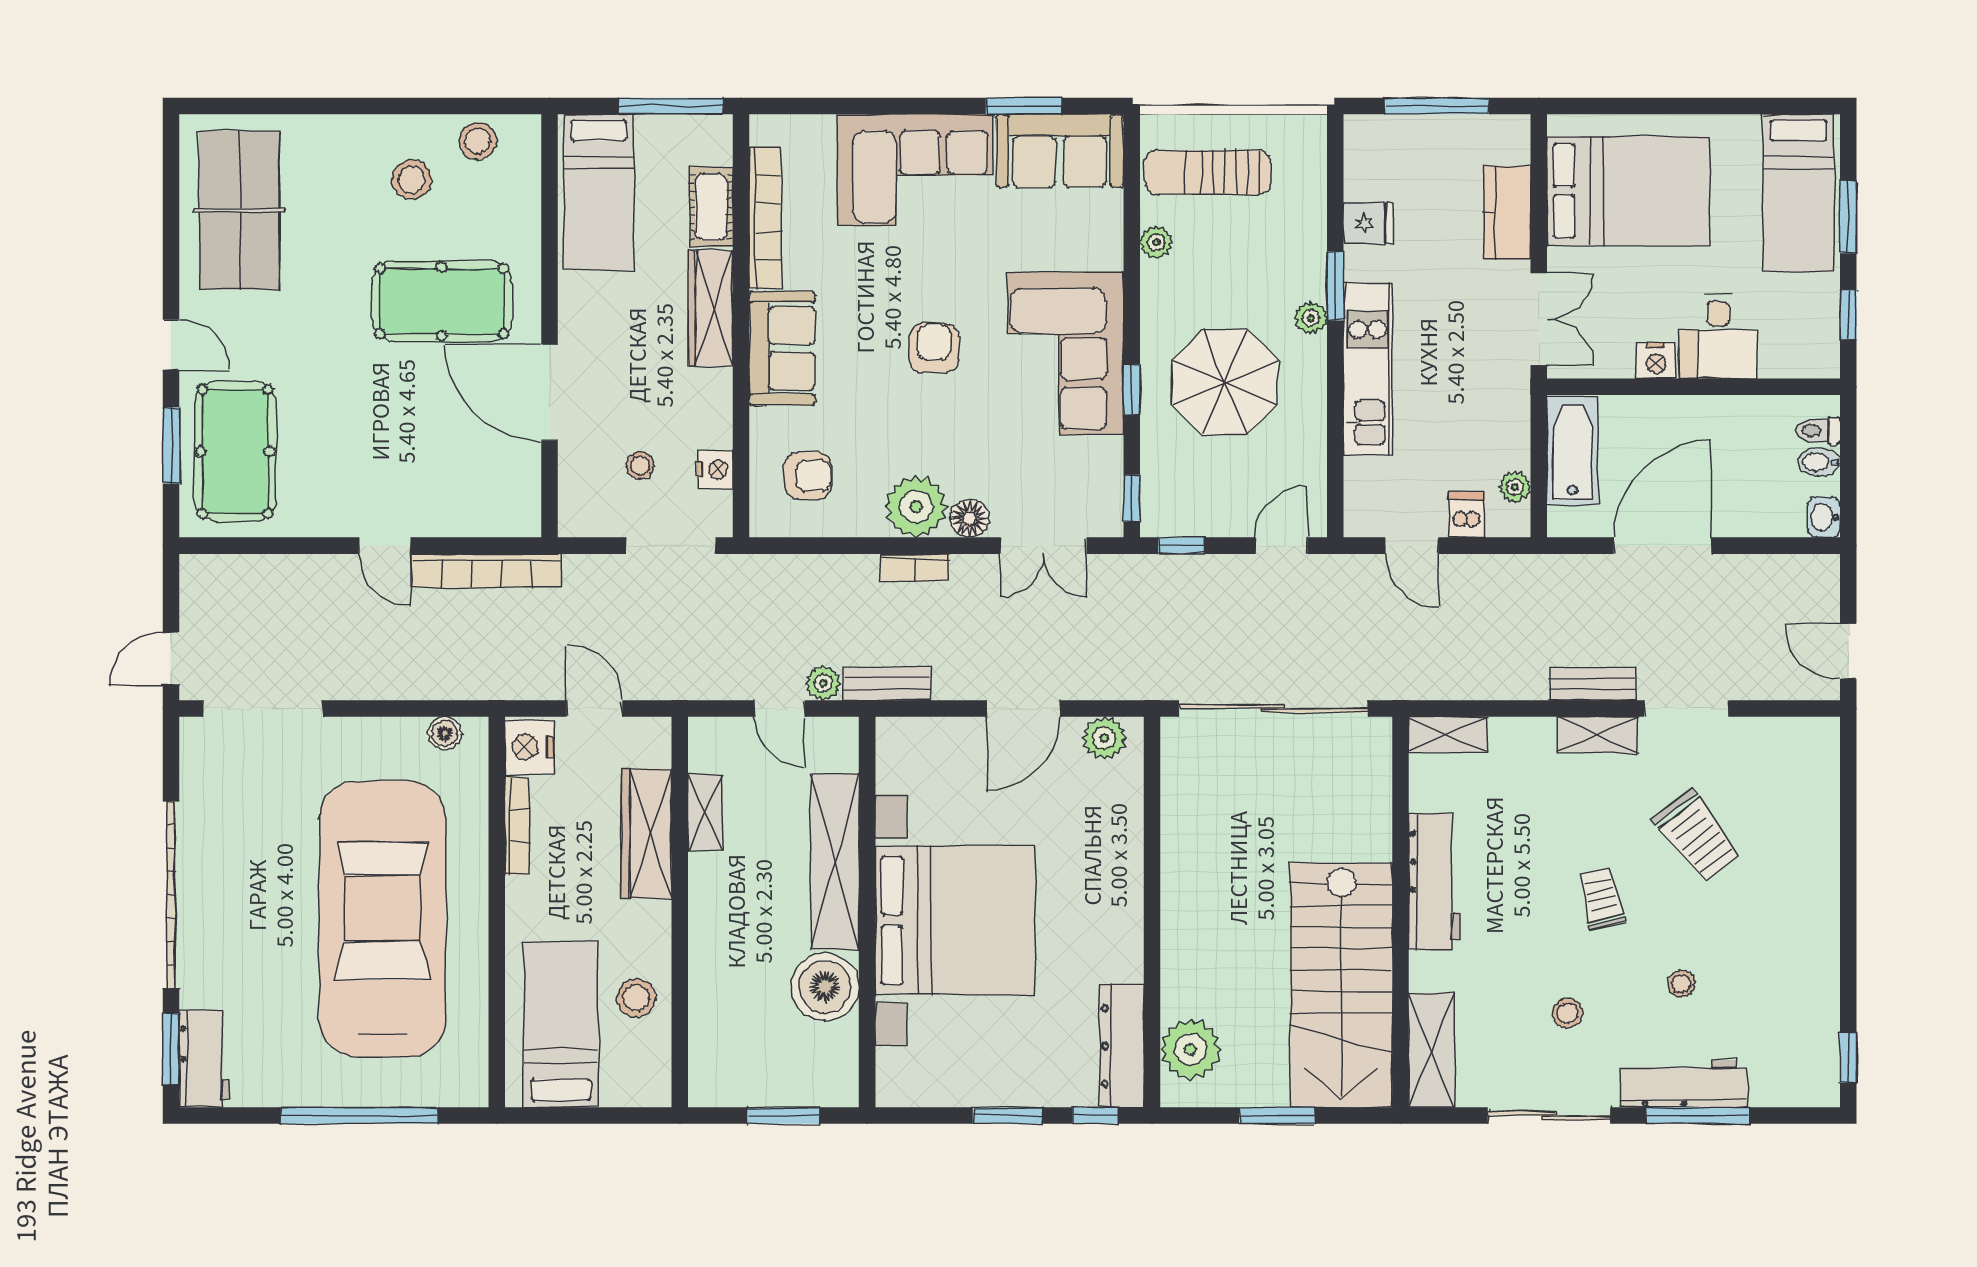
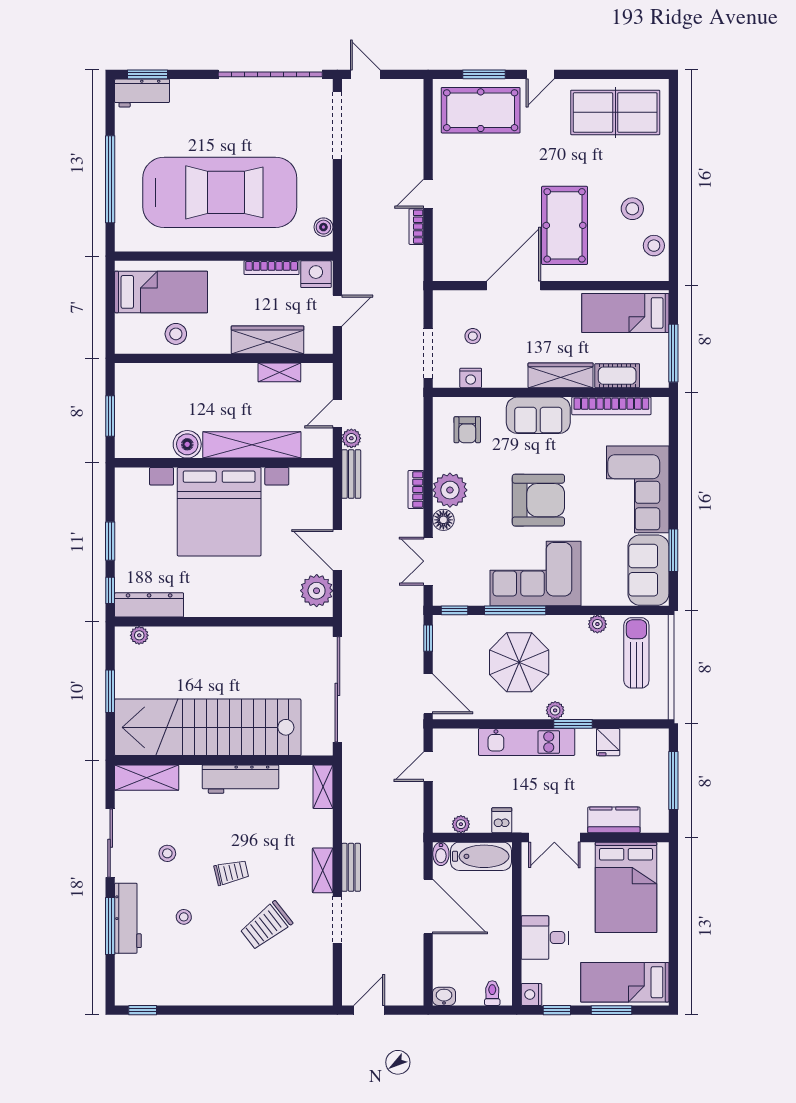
armchair: (934, 348) -> (538, 500), width x1.88, depth x1.88
nightstand: (1656, 360) -> (531, 994), moved
window: (1132, 390) -> (515, 610), width x2.17
bidet: (1819, 462) -> (441, 854), moved, turned 180
dishwasher: (1467, 515) -> (502, 820), moved, turned -90
door: (1281, 546) -> (428, 694), width x1.38
bookcase: (486, 571) -> (416, 227), width x0.43, depth x0.76
plant: (1104, 738) -> (317, 591), width x1.36, depth x1.36
garage door: (171, 895) -> (270, 74), moved
stairs: (1341, 985) -> (208, 727), width x1.36
boiler: (825, 987) -> (187, 444), width x0.73, depth x0.73
plant: (1191, 1049) -> (139, 635), width x0.53, depth x0.53

